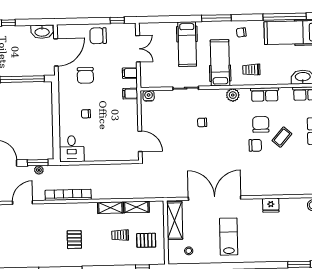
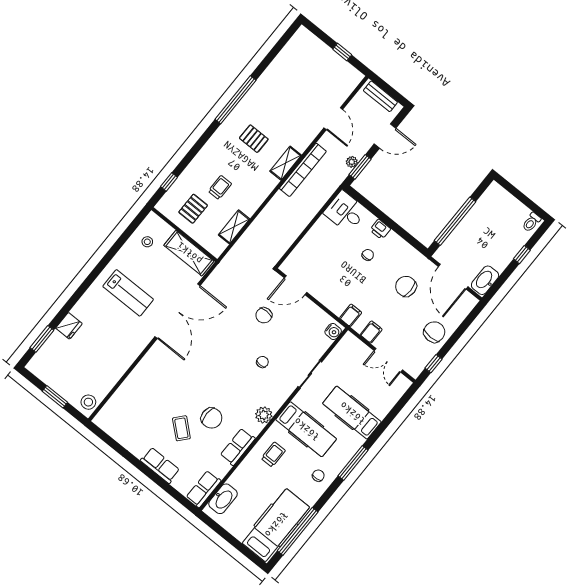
printer: (65, 119) -> (380, 229), added
chair: (255, 145) -> (264, 315), moved
fridge: (271, 205) -> (69, 326), moved, turned 180
shelving: (110, 208) -> (286, 163), moved

